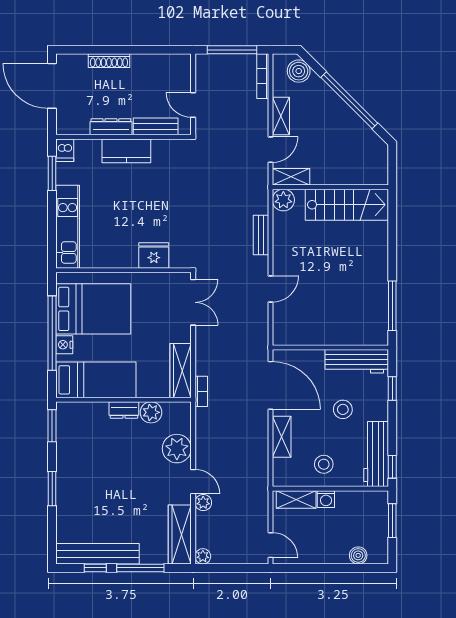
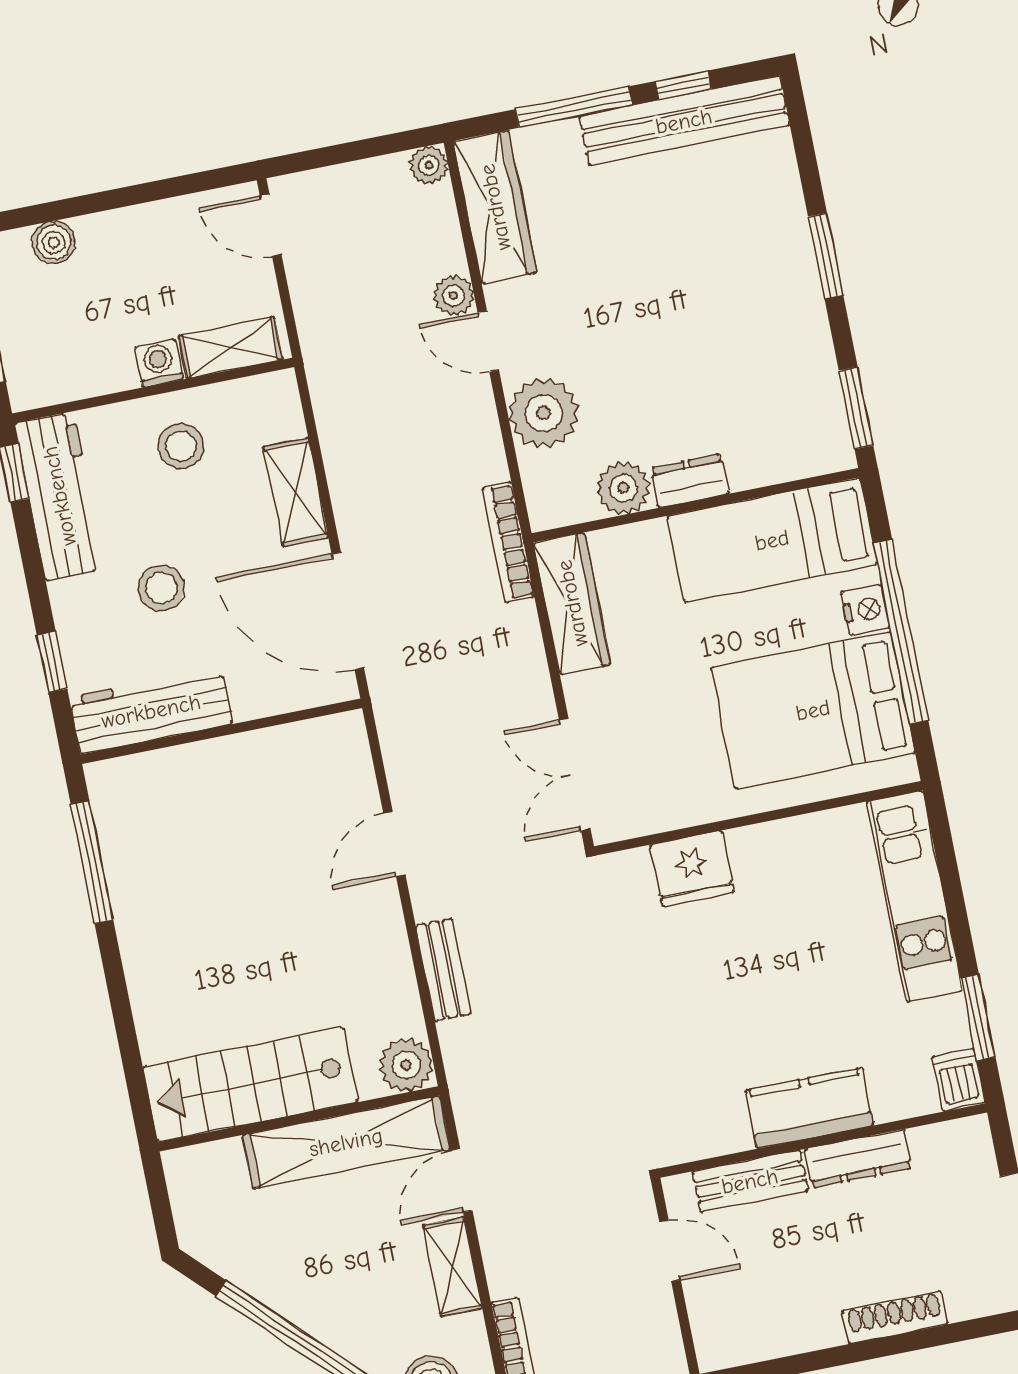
shelving: (291, 177) -> (346, 1142), width x2.20, depth x1.33
bookcase: (201, 391) -> (508, 542), width x1.56

